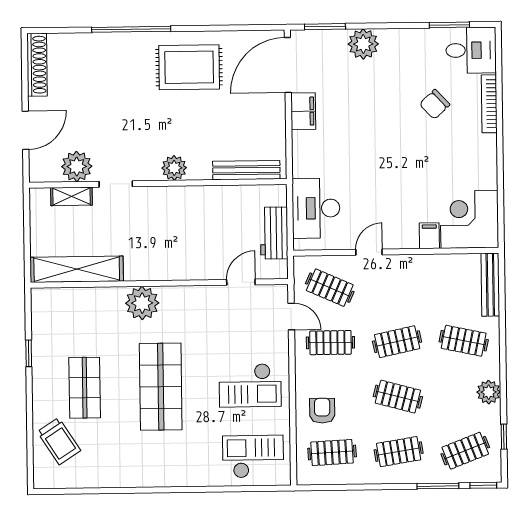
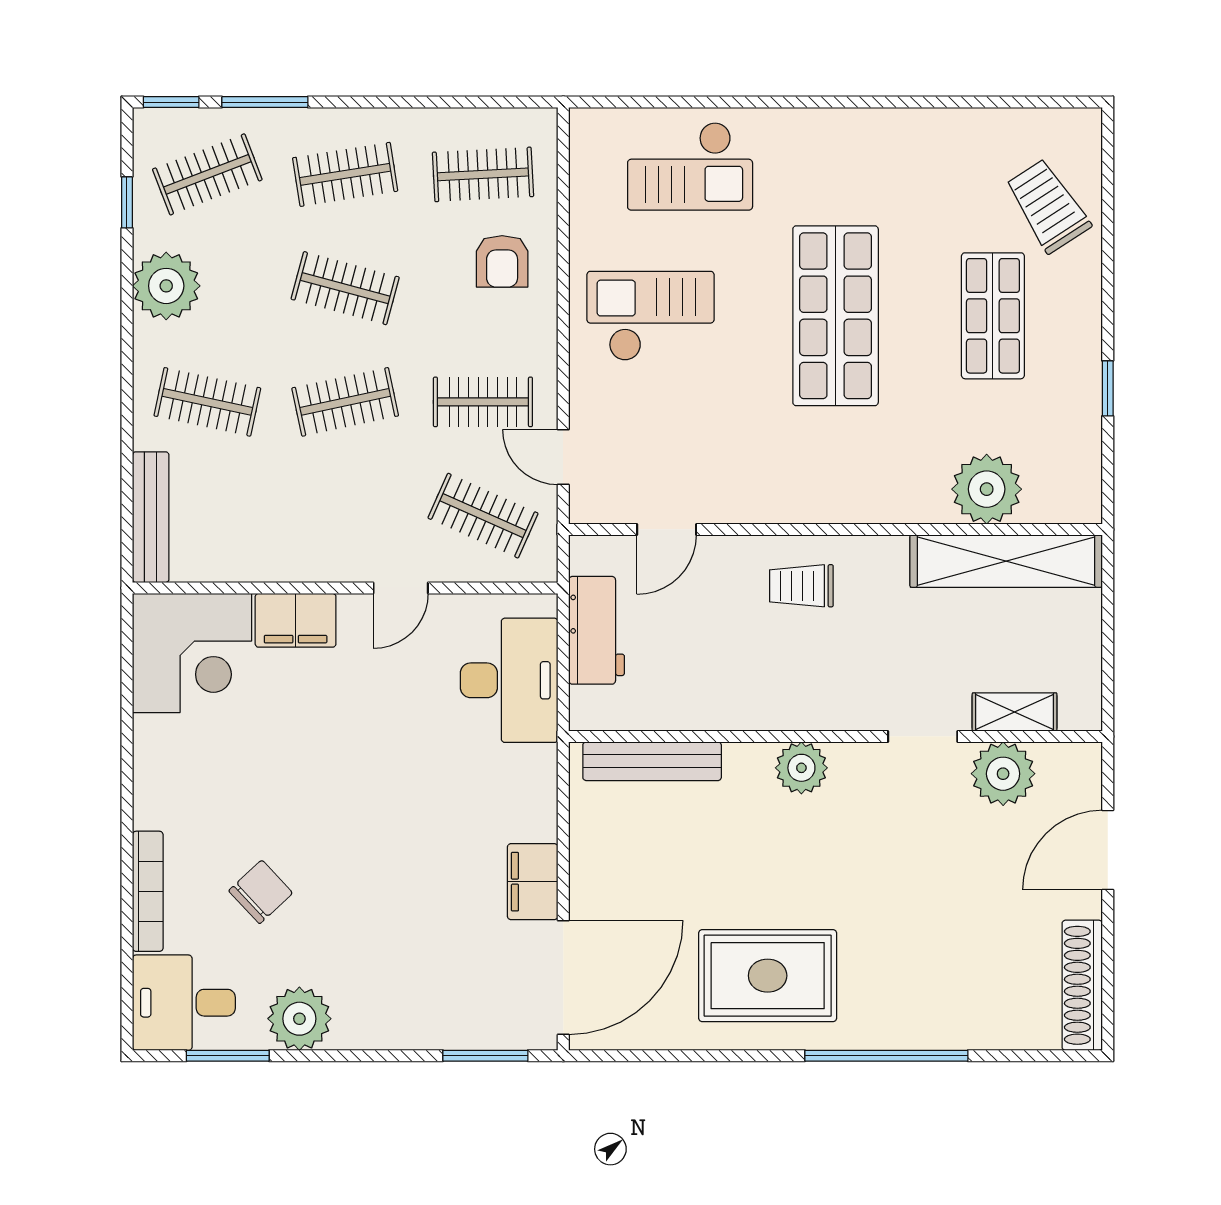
plant: (363, 44) -> (299, 1019), moved
filing cabinet: (429, 236) -> (296, 620), width x2.00
trolley: (175, 256) -> (801, 586), added
plant: (142, 303) -> (987, 489), moved
plant: (489, 392) -> (166, 286), width x1.36, depth x1.36
checkout: (253, 457) -> (690, 166), moved

